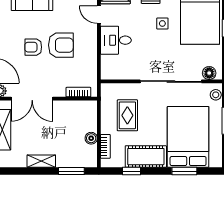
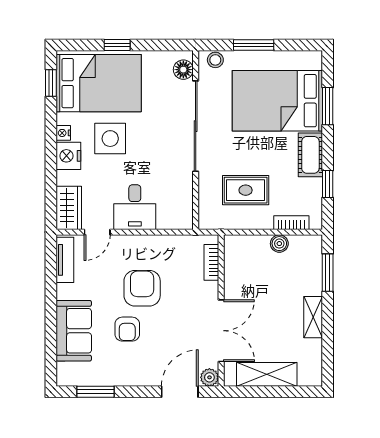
side table: (162, 23) -> (110, 139), width x1.87, depth x1.87
armchair: (33, 47) -> (127, 329), moved
cot: (146, 157) -> (310, 155), width x0.73, depth x0.75

